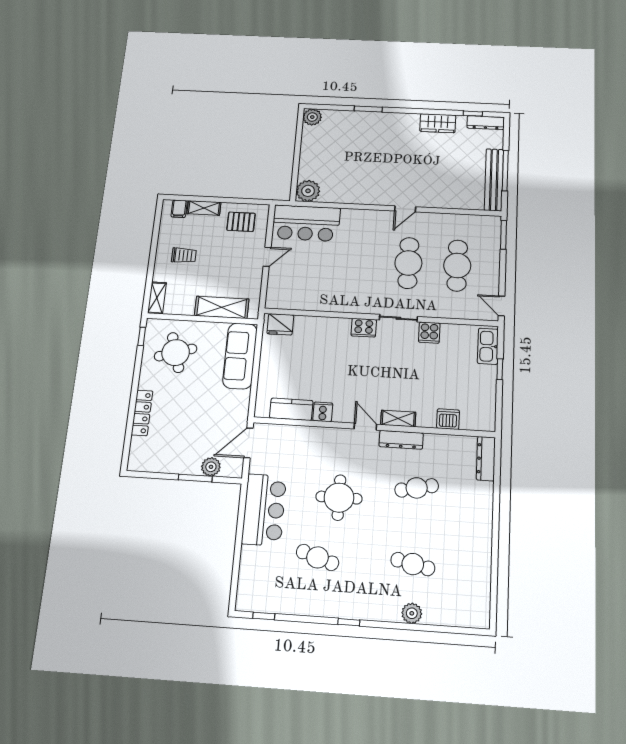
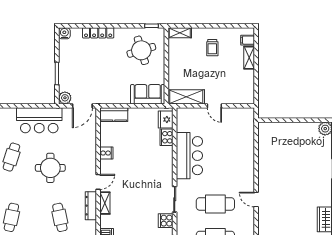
plant: (308, 191) -> (266, 130), removed
pallet: (241, 222) -> (240, 85), removed
bar counter: (306, 223) -> (189, 156), moved, turned 180
shelving: (222, 307) -> (186, 97), moved, turned 90
cooker: (364, 328) -> (167, 137), moved
sofa: (240, 356) -> (148, 94), width x0.73
kitchen counter: (291, 409) -> (114, 115), moved, turned 90
door: (248, 443) -> (82, 106), swing flipped
water cooler: (136, 463) -> (64, 33), added
plant: (211, 467) -> (65, 98), moved

